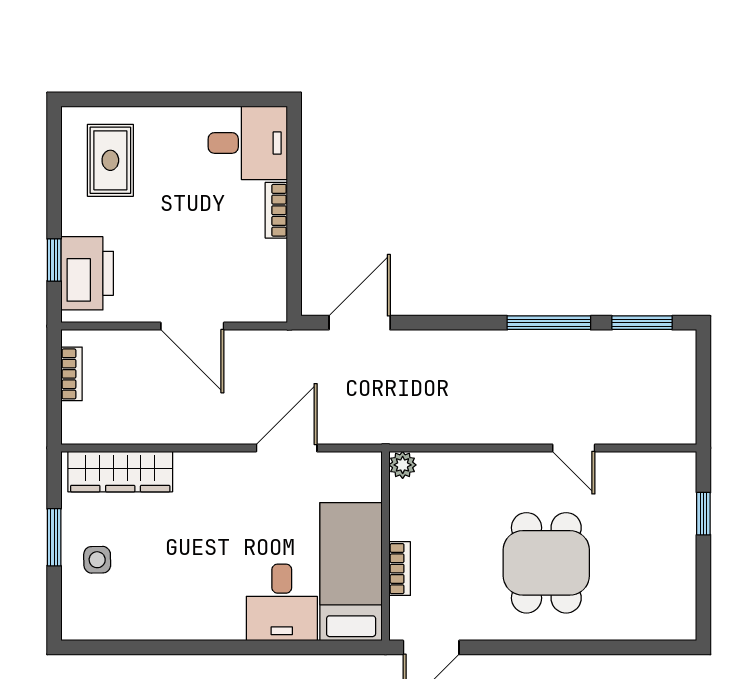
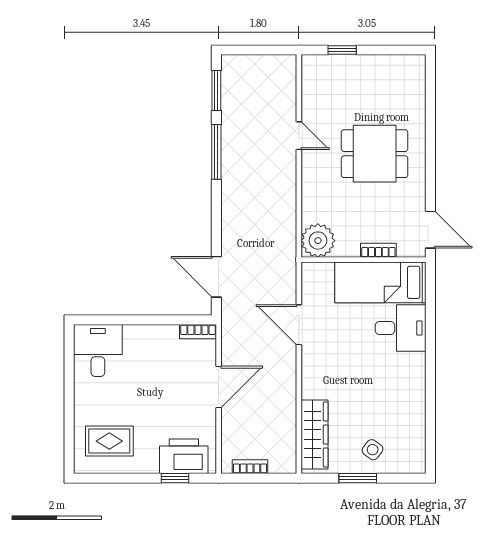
bookcase: (276, 210) -> (198, 332), moved
door: (574, 448) -> (299, 136), hinge flipped
plant: (403, 465) -> (318, 241), width x1.87, depth x1.87
side table: (97, 560) -> (373, 450), turned 38

